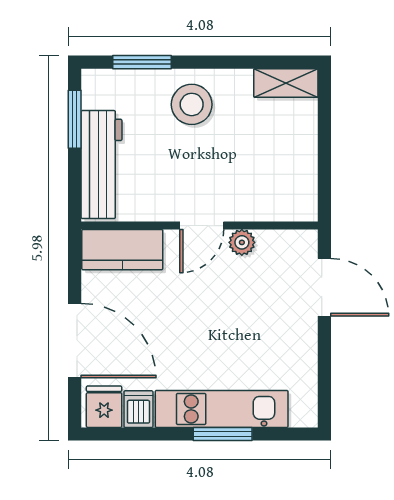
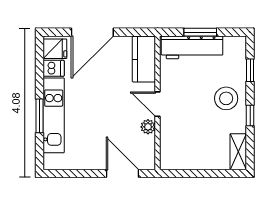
window: (142, 62) -> (250, 70), width x0.67
window: (222, 62) -> (250, 116), added
window: (75, 119) -> (200, 32), moved
door: (324, 287) -> (123, 174), swing flipped

